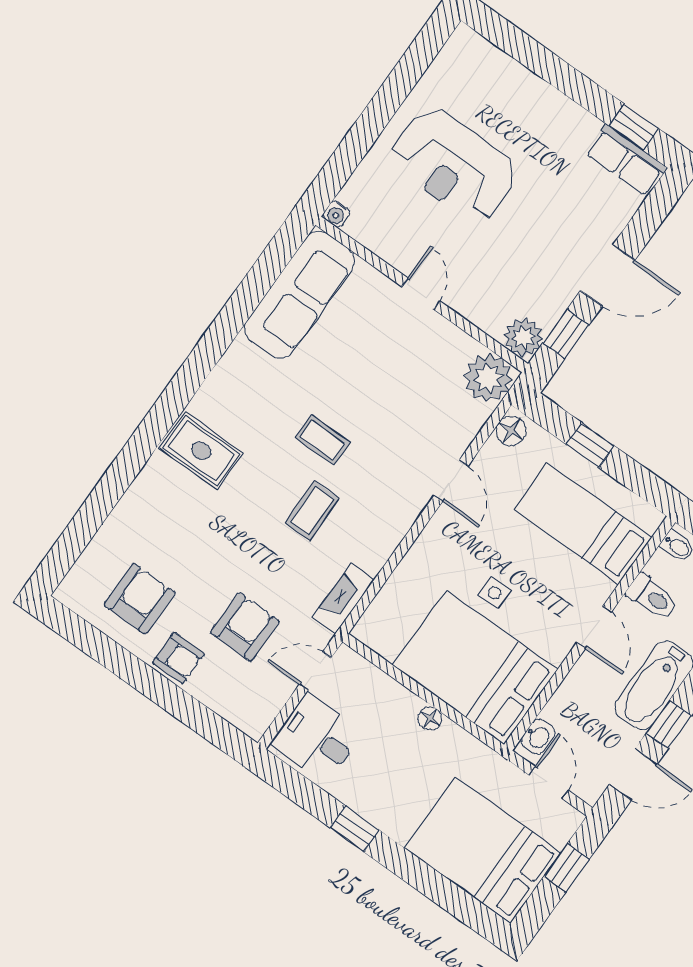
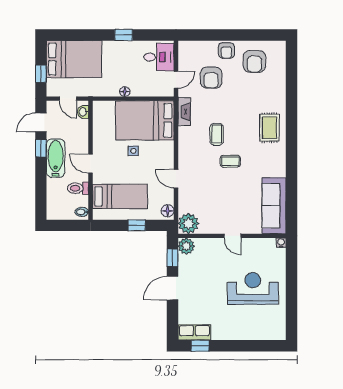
rug: (201, 451) -> (270, 128), turned 90
armchair: (178, 658) -> (226, 50), turned -90
bed: (475, 667) -> (145, 120), moved, turned 180

